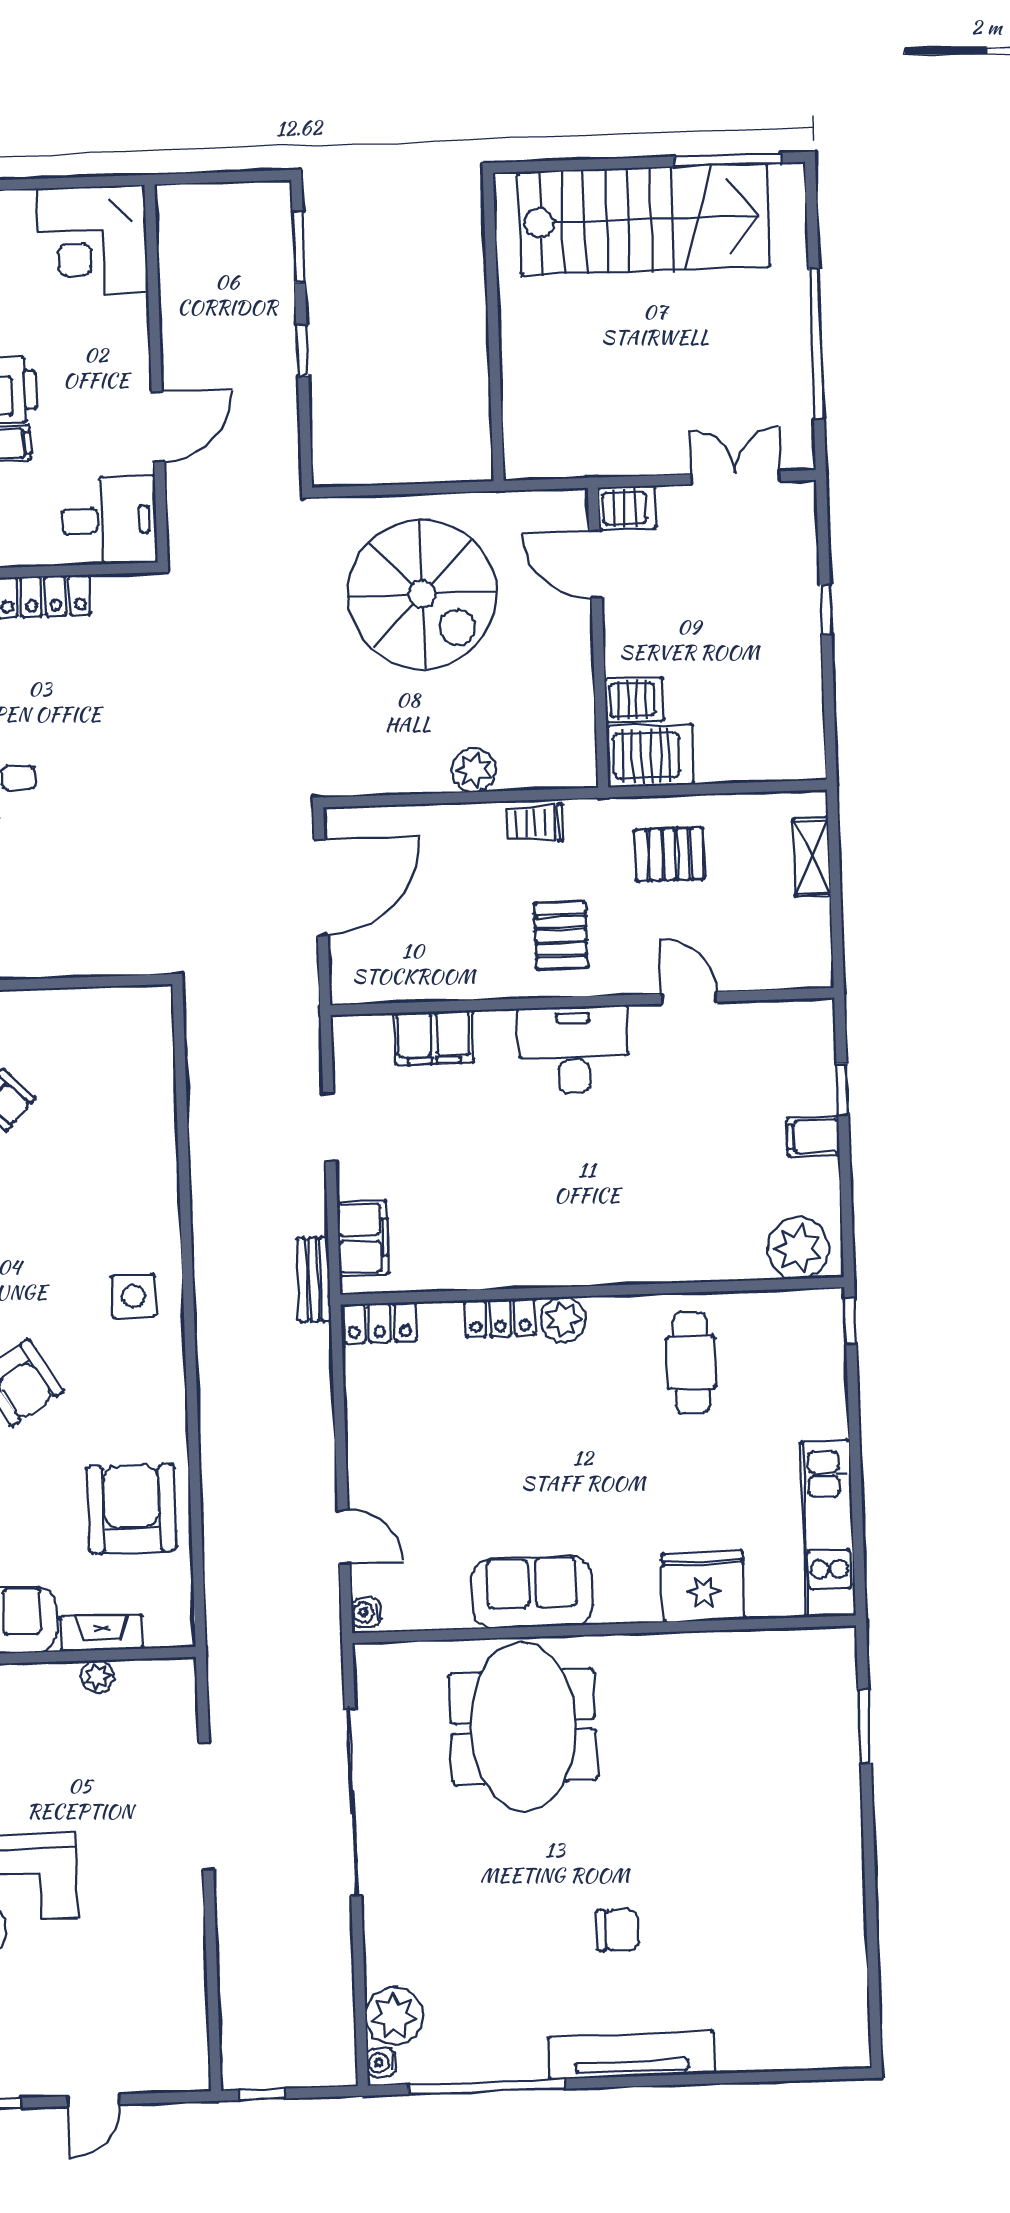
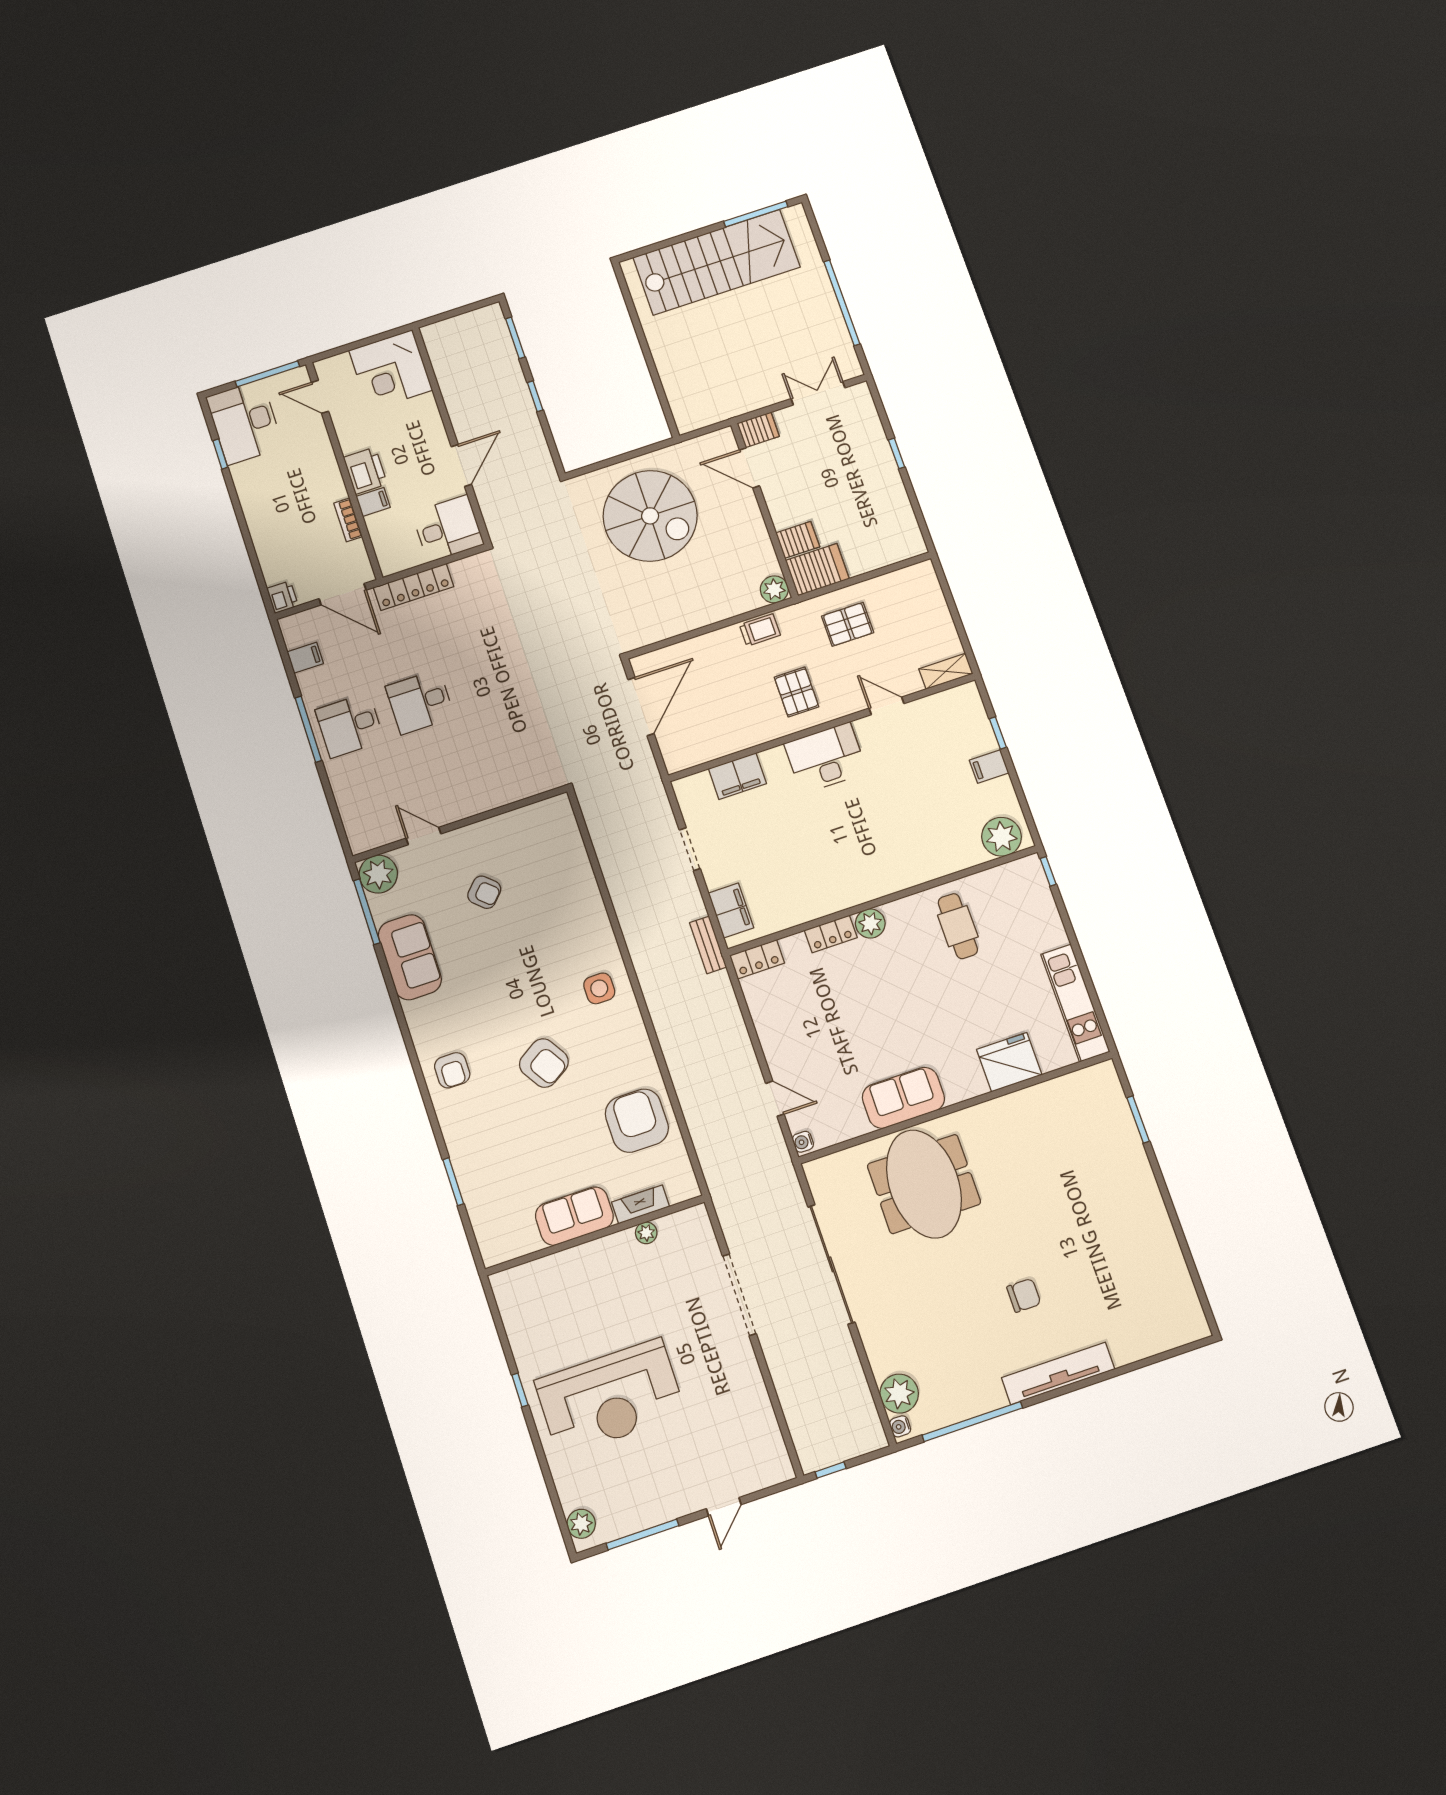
plant: (474, 770) -> (774, 589), moved
trolley: (535, 823) -> (760, 630), turned 180
shelving: (812, 857) -> (946, 671), moved, turned 90

